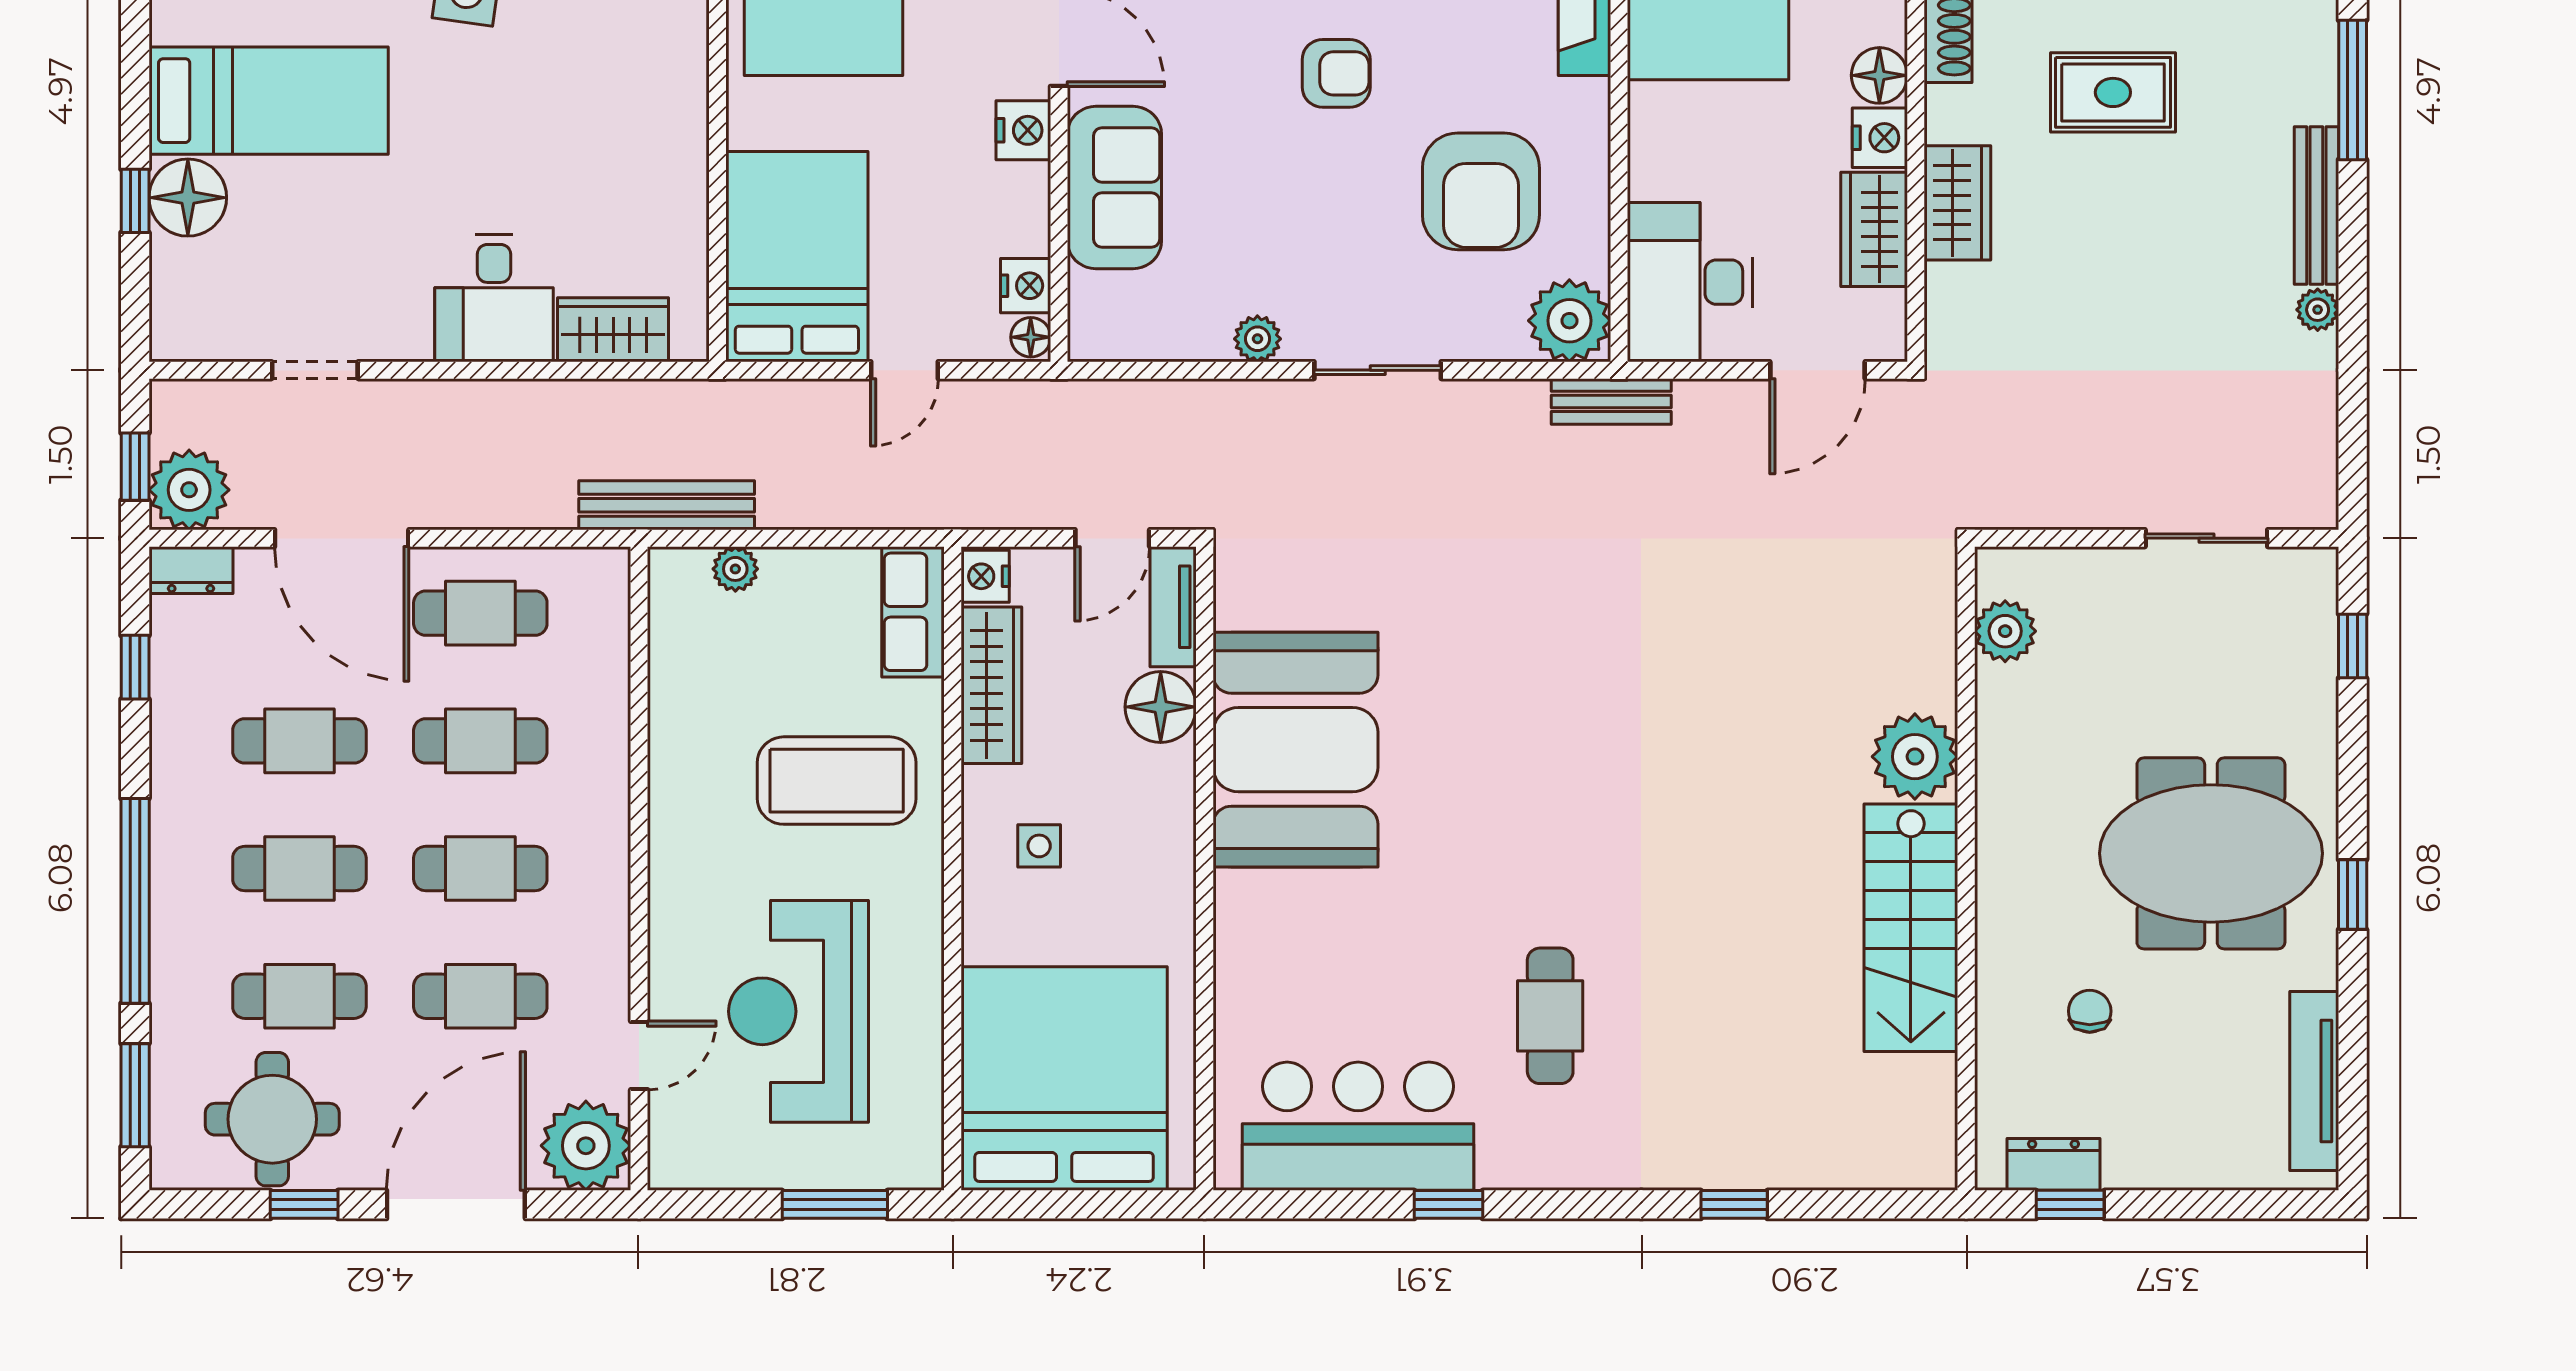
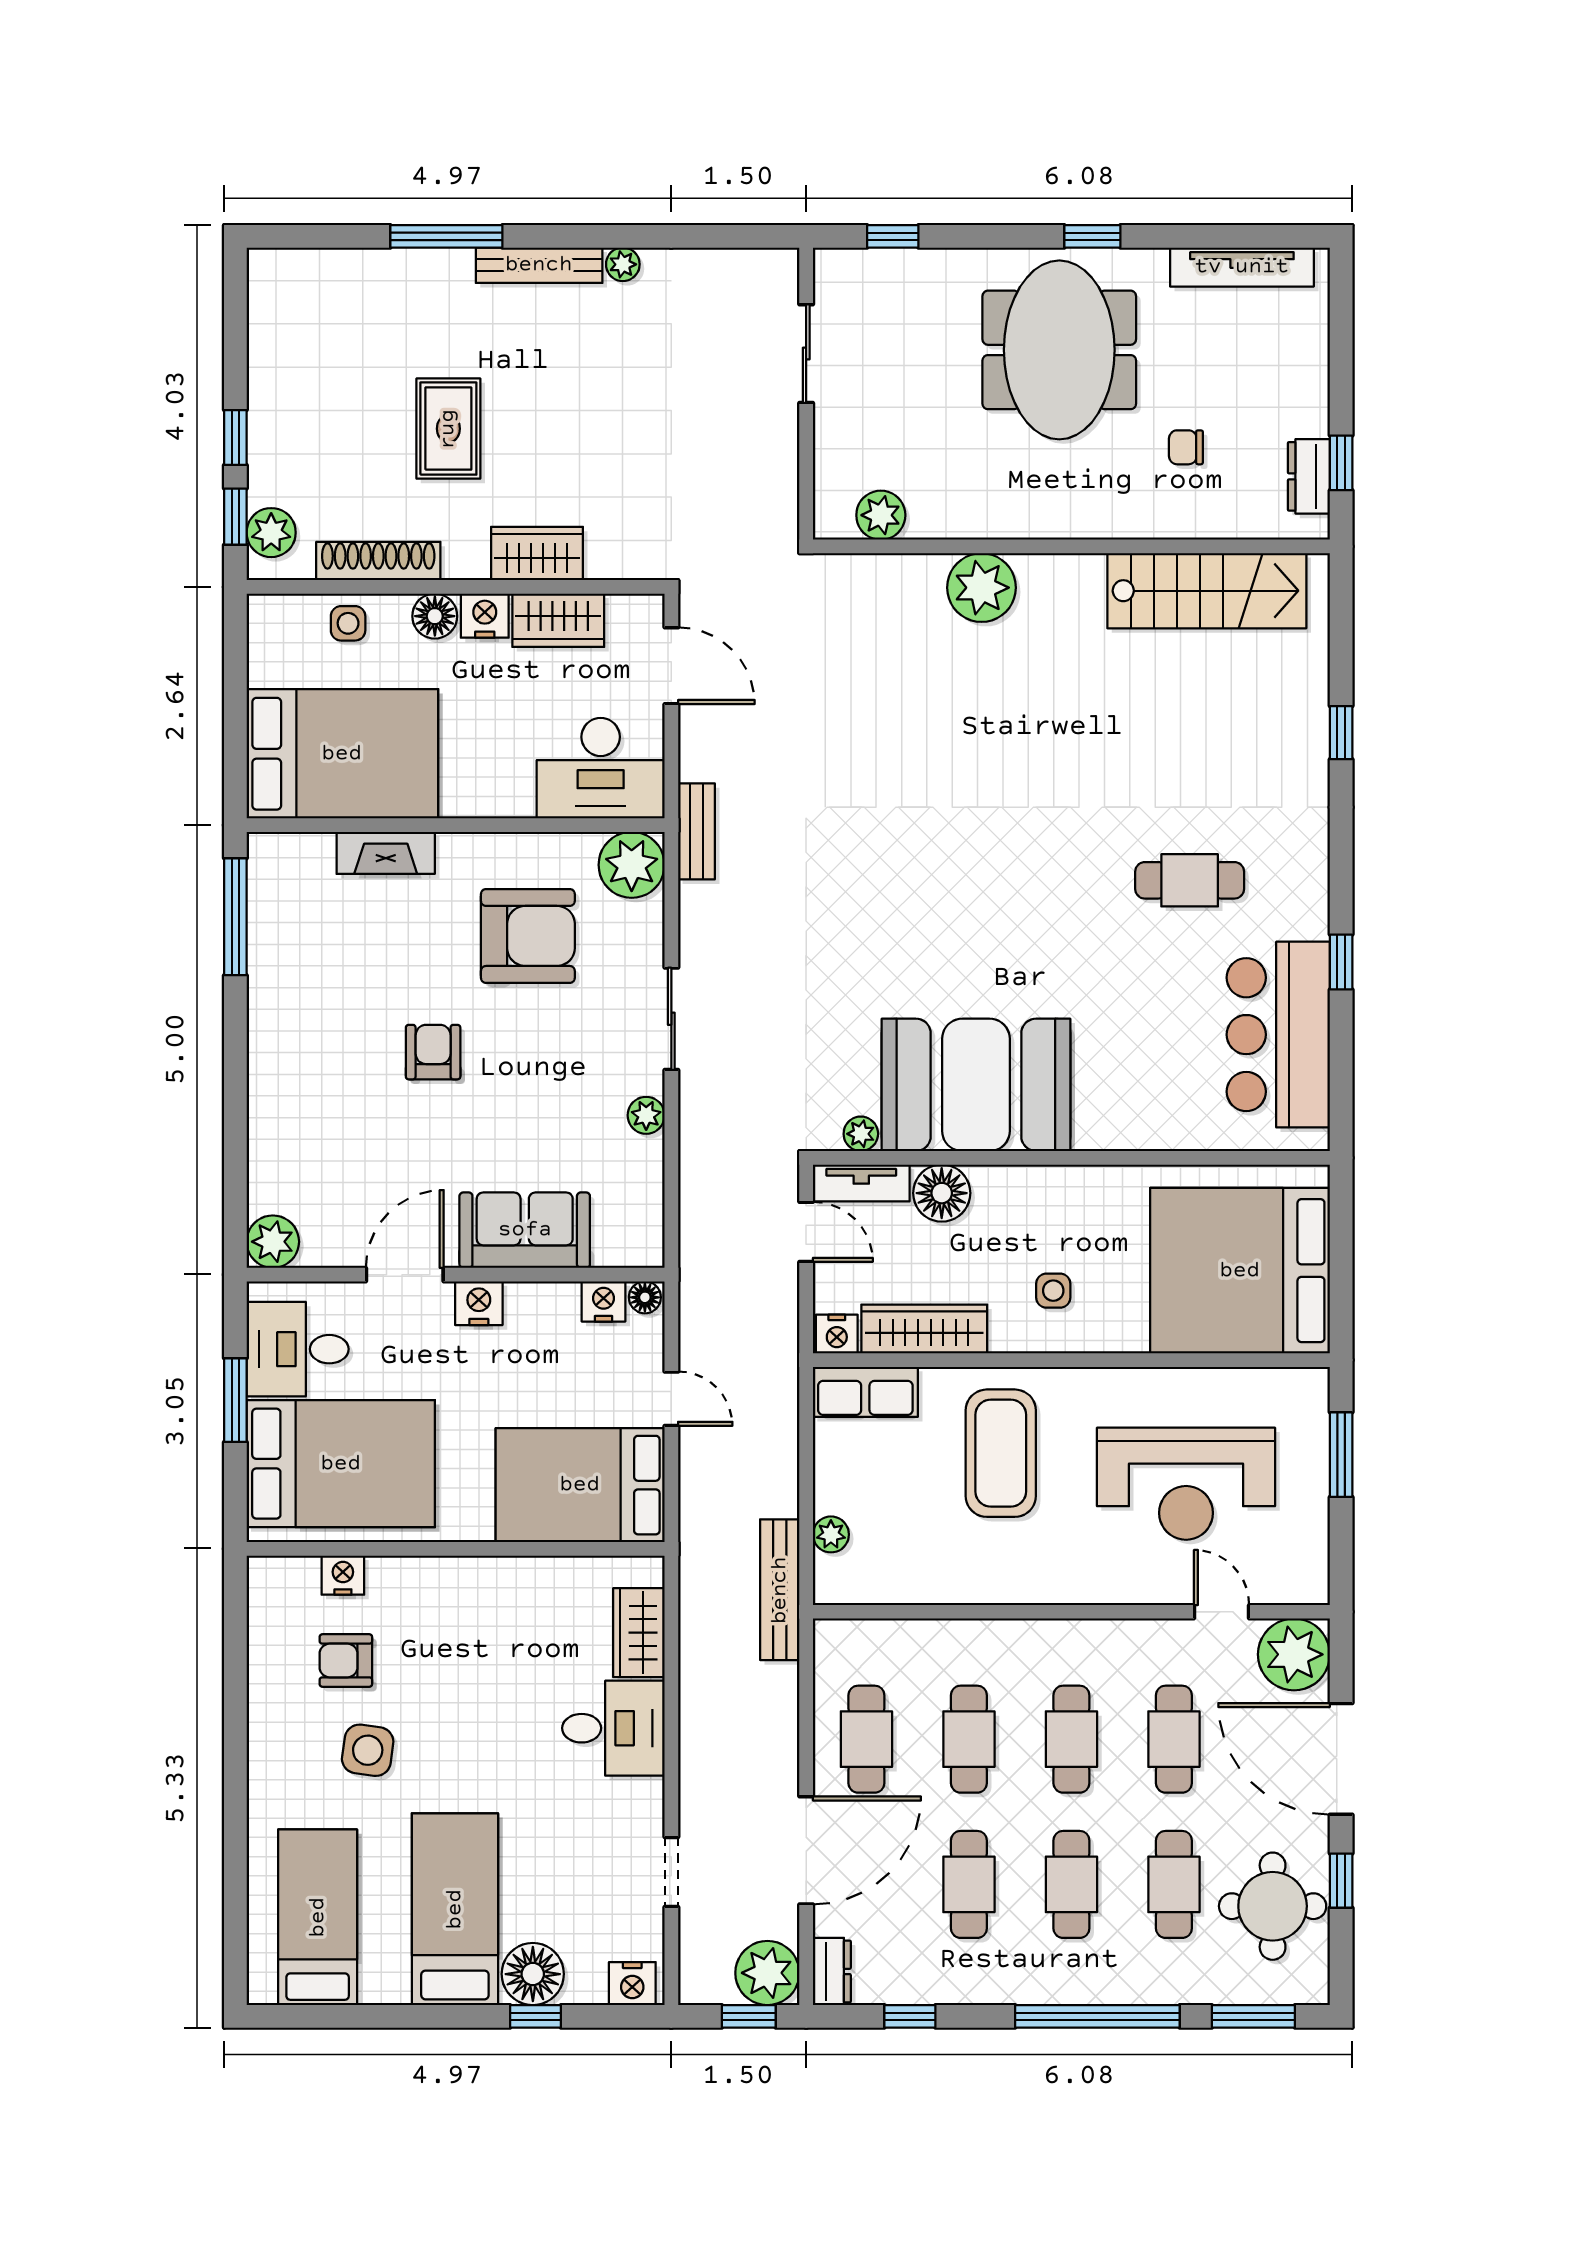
nightstand: (176, 321) -> (632, 1984), added
plant: (1234, 606) -> (861, 1134), added
stairs: (1911, 928) -> (1207, 591), moved

